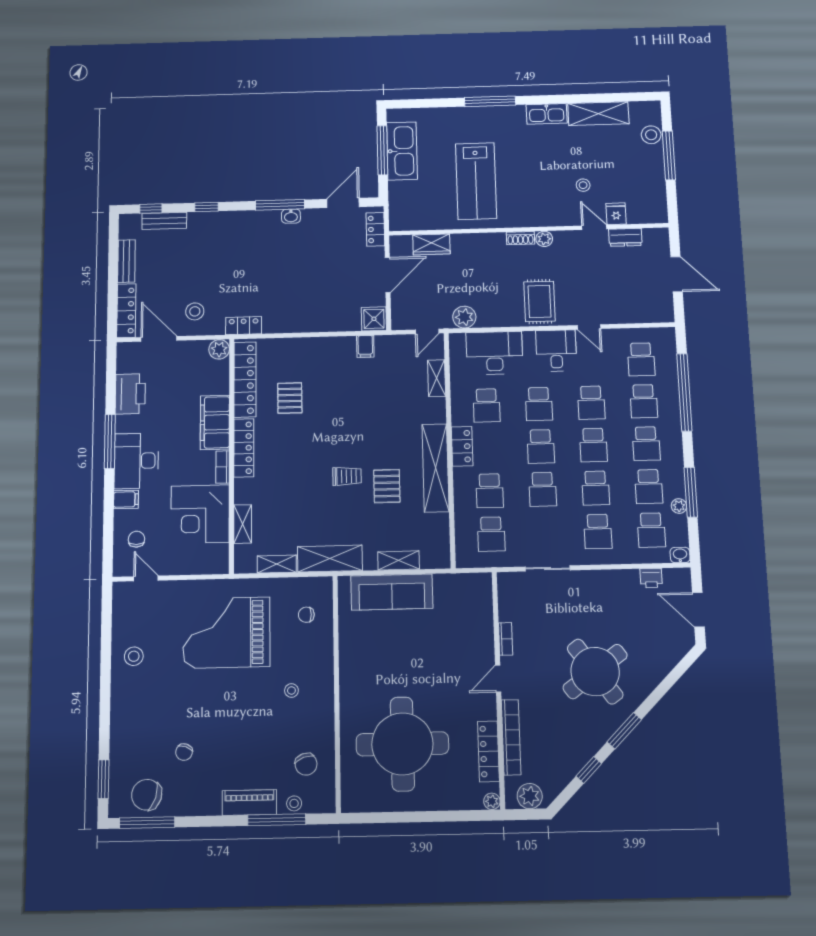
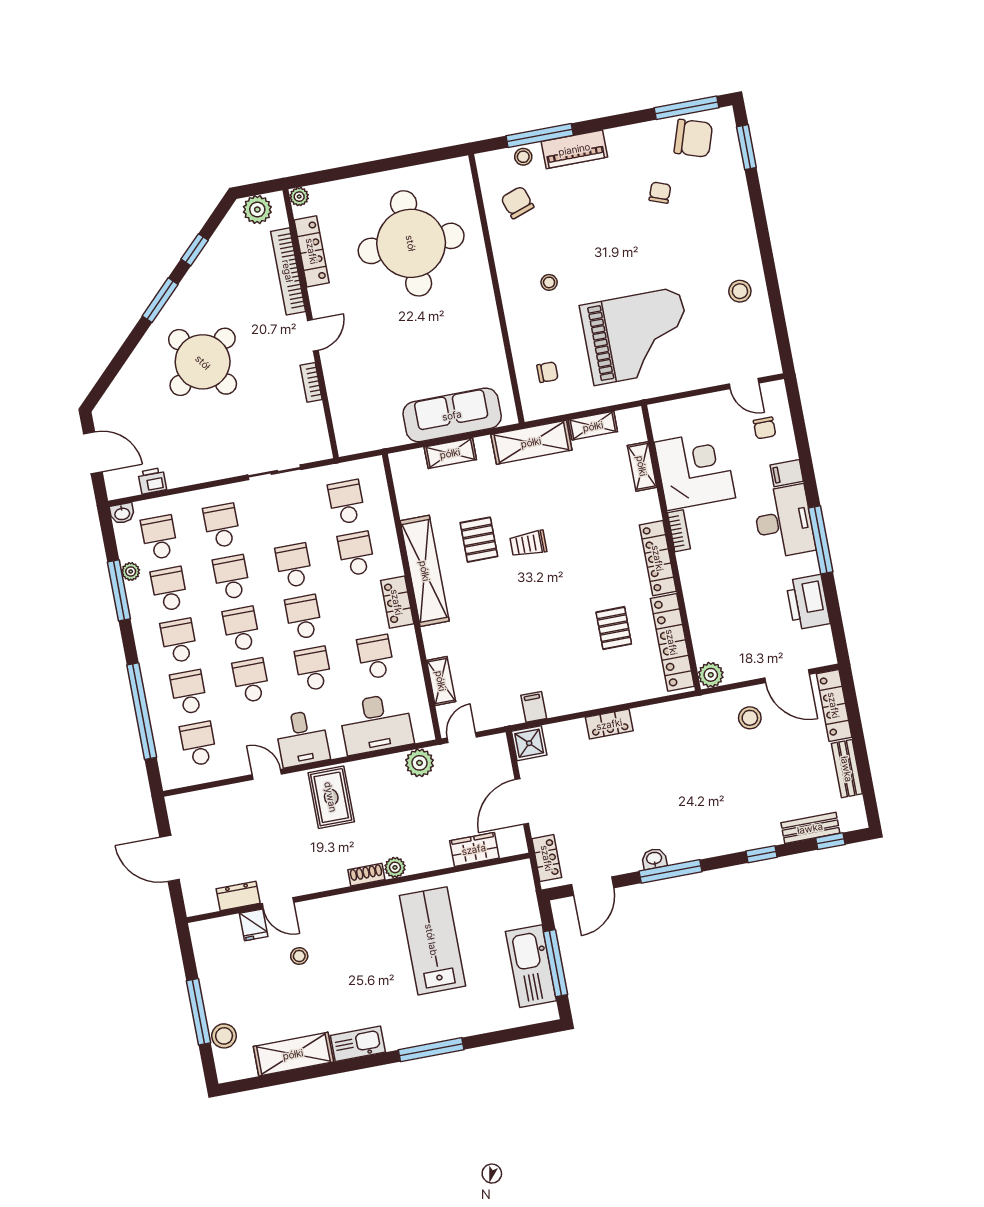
plant: (544, 239) -> (395, 867), moved
locker: (244, 326) -> (609, 724), moved
filing cabinet: (215, 422) -> (699, 584), removed

